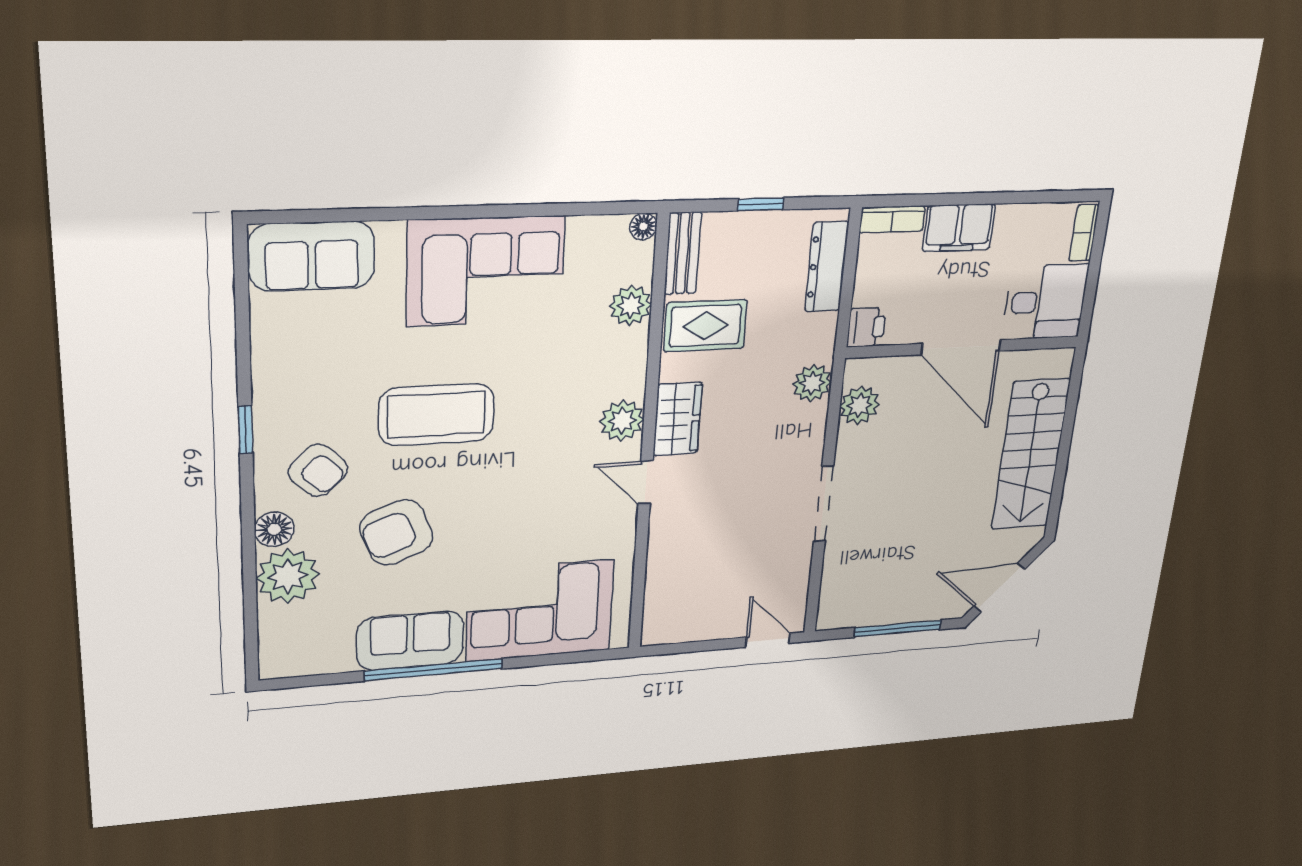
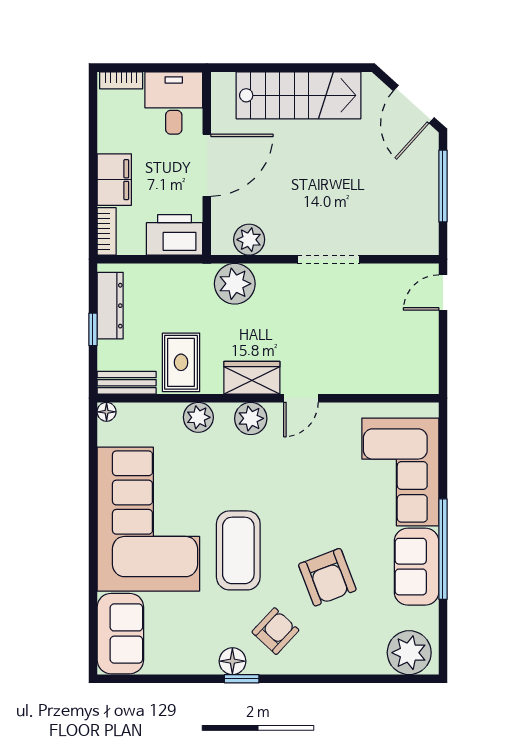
dresser: (827, 267) -> (110, 306), moved, turned -90
corner sofa: (485, 271) -> (148, 519), width x1.36, depth x1.36
plant: (631, 305) -> (198, 417), moved
printer: (866, 327) -> (174, 235), width x1.87, depth x1.48
plant: (812, 383) -> (235, 284), width x1.36, depth x1.36
floor lamp: (274, 529) -> (232, 661), moved
plant: (288, 576) -> (409, 653), moved

